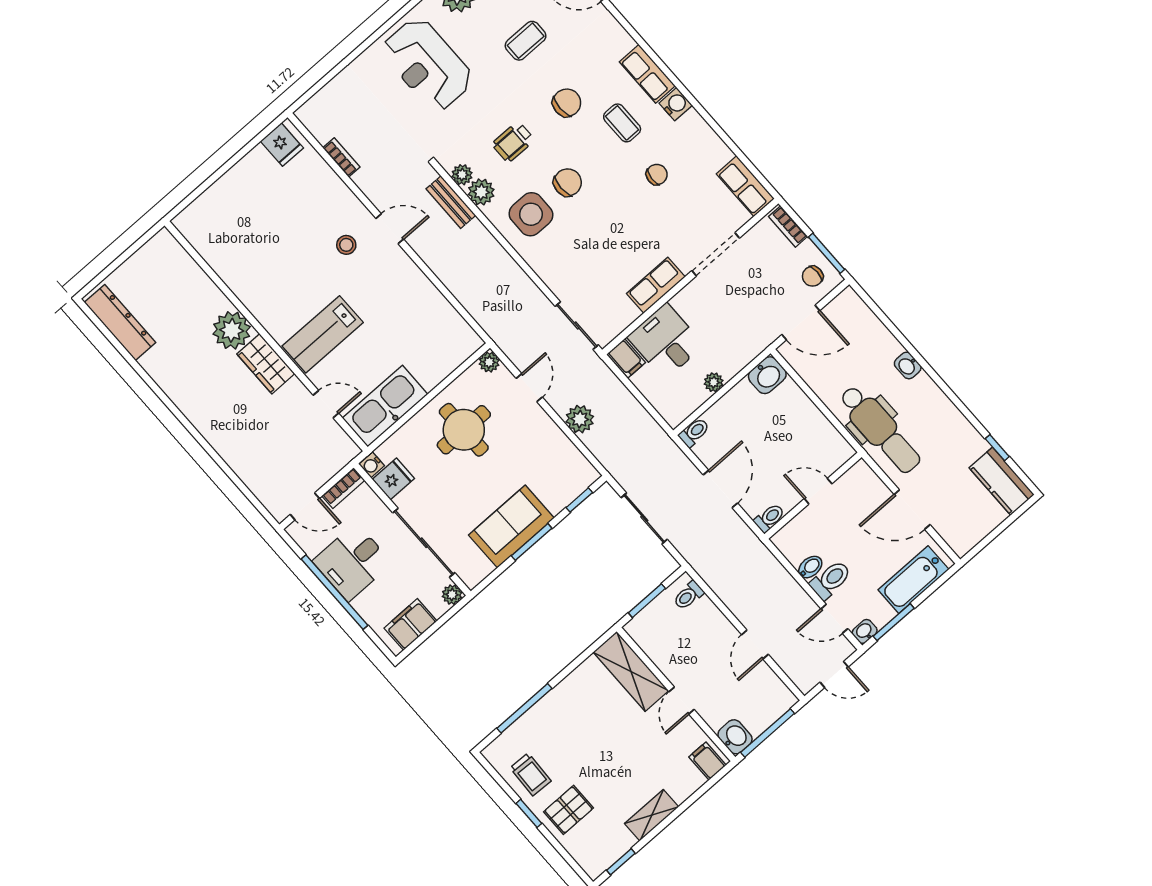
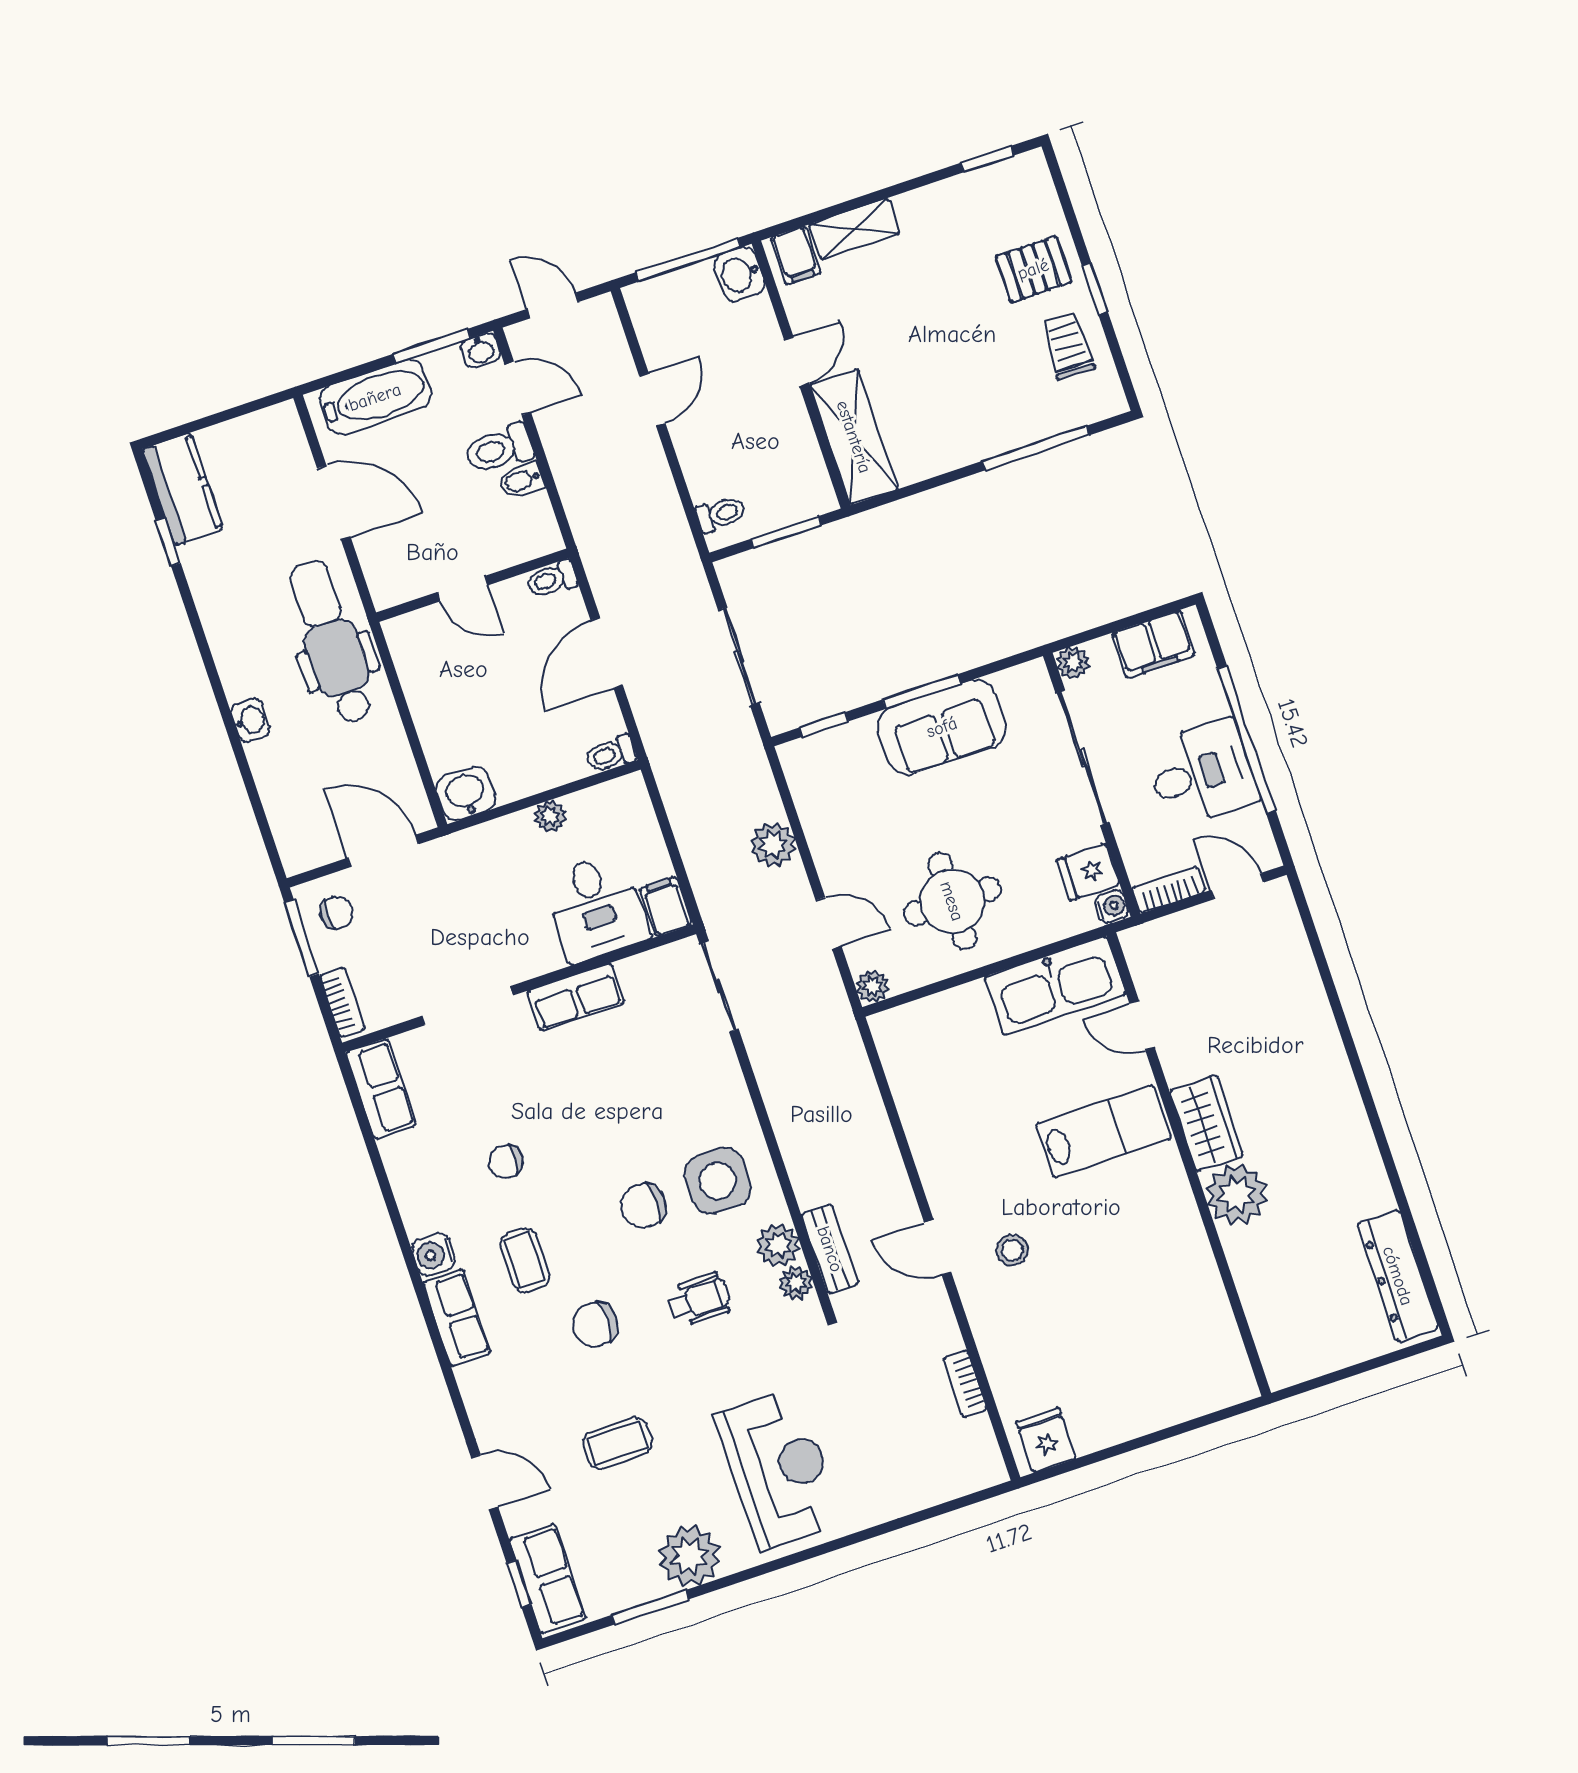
door: (529, 388) -> (829, 923), swing flipped
shelving: (652, 815) -> (854, 229), moved

